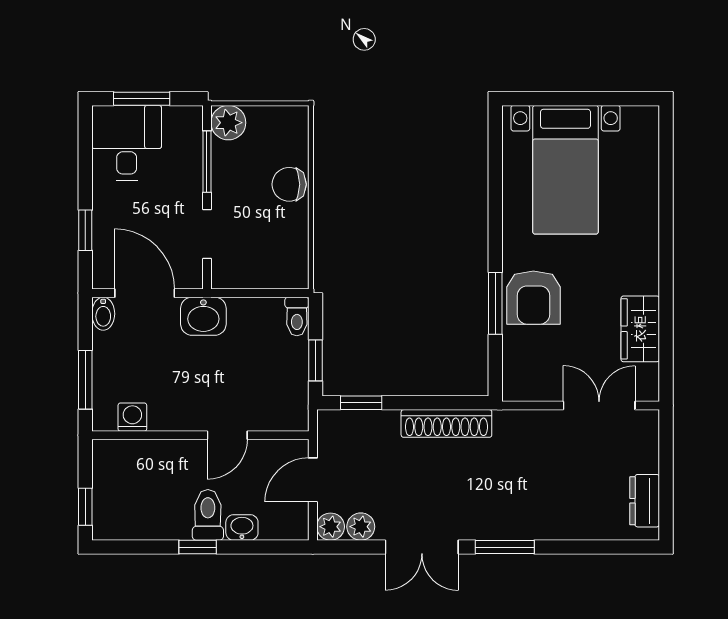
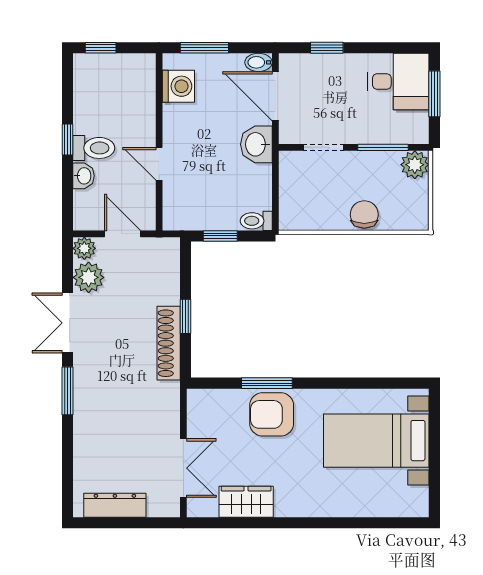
door: (145, 293) -> (275, 96), swing flipped
window: (361, 403) -> (186, 316), moved
washing machine: (132, 417) -> (178, 86), width x1.38, depth x1.38
dresser: (645, 501) -> (115, 505), width x1.44
plant: (361, 527) -> (89, 277), width x1.38, depth x1.38

